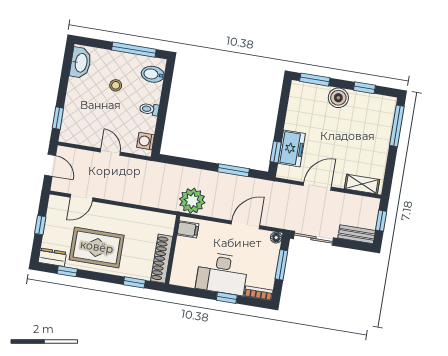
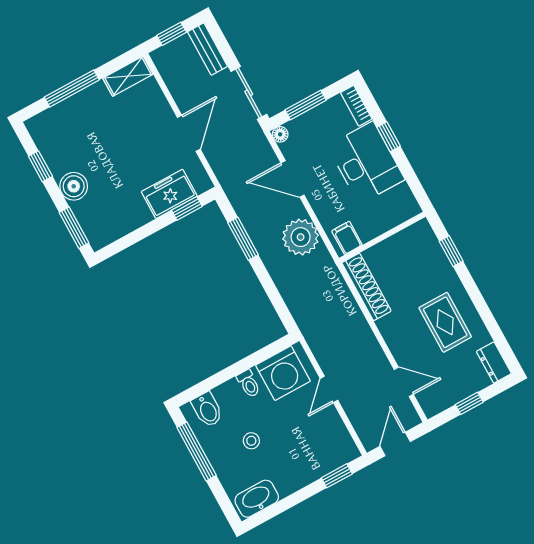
window: (397, 126) -> (72, 88), moved
washing machine: (146, 141) -> (283, 373), width x1.89, depth x1.89
shelving: (362, 184) -> (128, 76), moved, turned 90
door: (317, 186) -> (189, 133), swing flipped
plant: (192, 201) -> (301, 237), moved
rug: (97, 247) -> (445, 322), width x0.73, depth x0.70
shoe rack: (162, 259) -> (366, 287), moved, turned -90
window: (67, 271) -> (497, 334), removed

